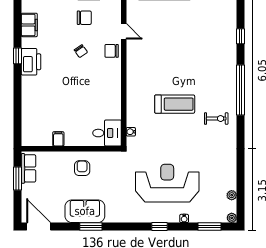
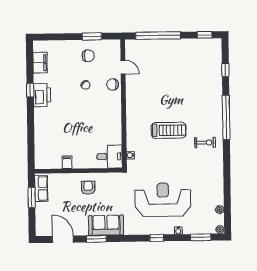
sofa: (85, 211) -> (106, 225), moved
door: (39, 227) -> (63, 239), moved

